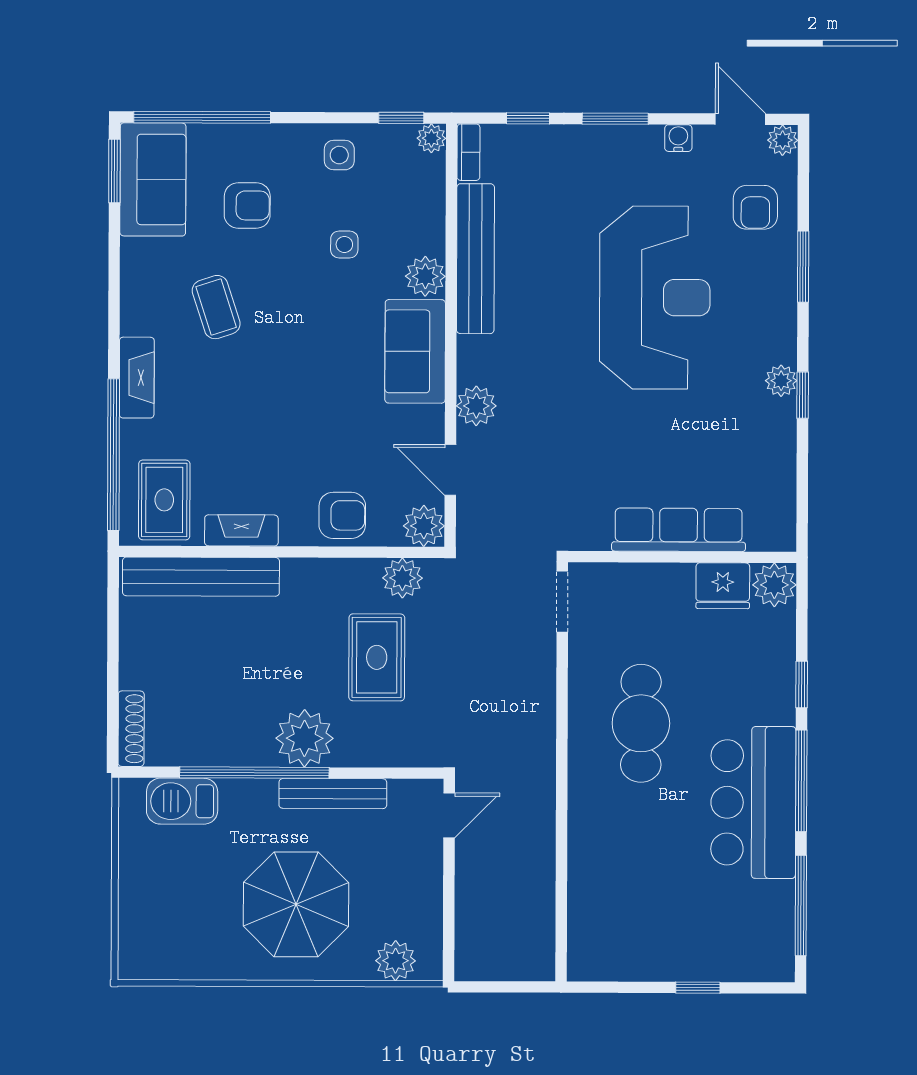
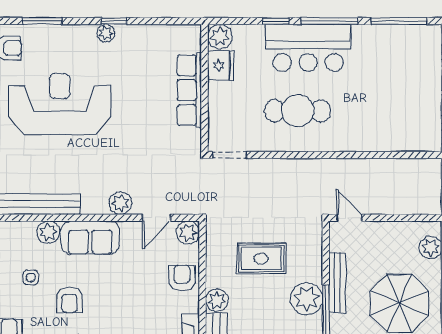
armchair: (304, 314) -> (69, 300), added
plant: (402, 578) -> (217, 300), moved
bar counter: (753, 802) -> (308, 48), moved

